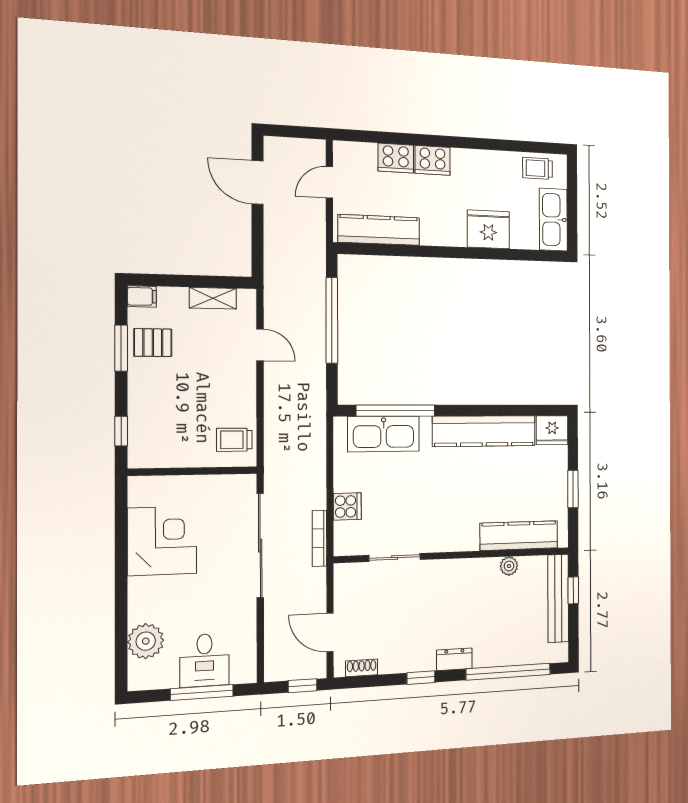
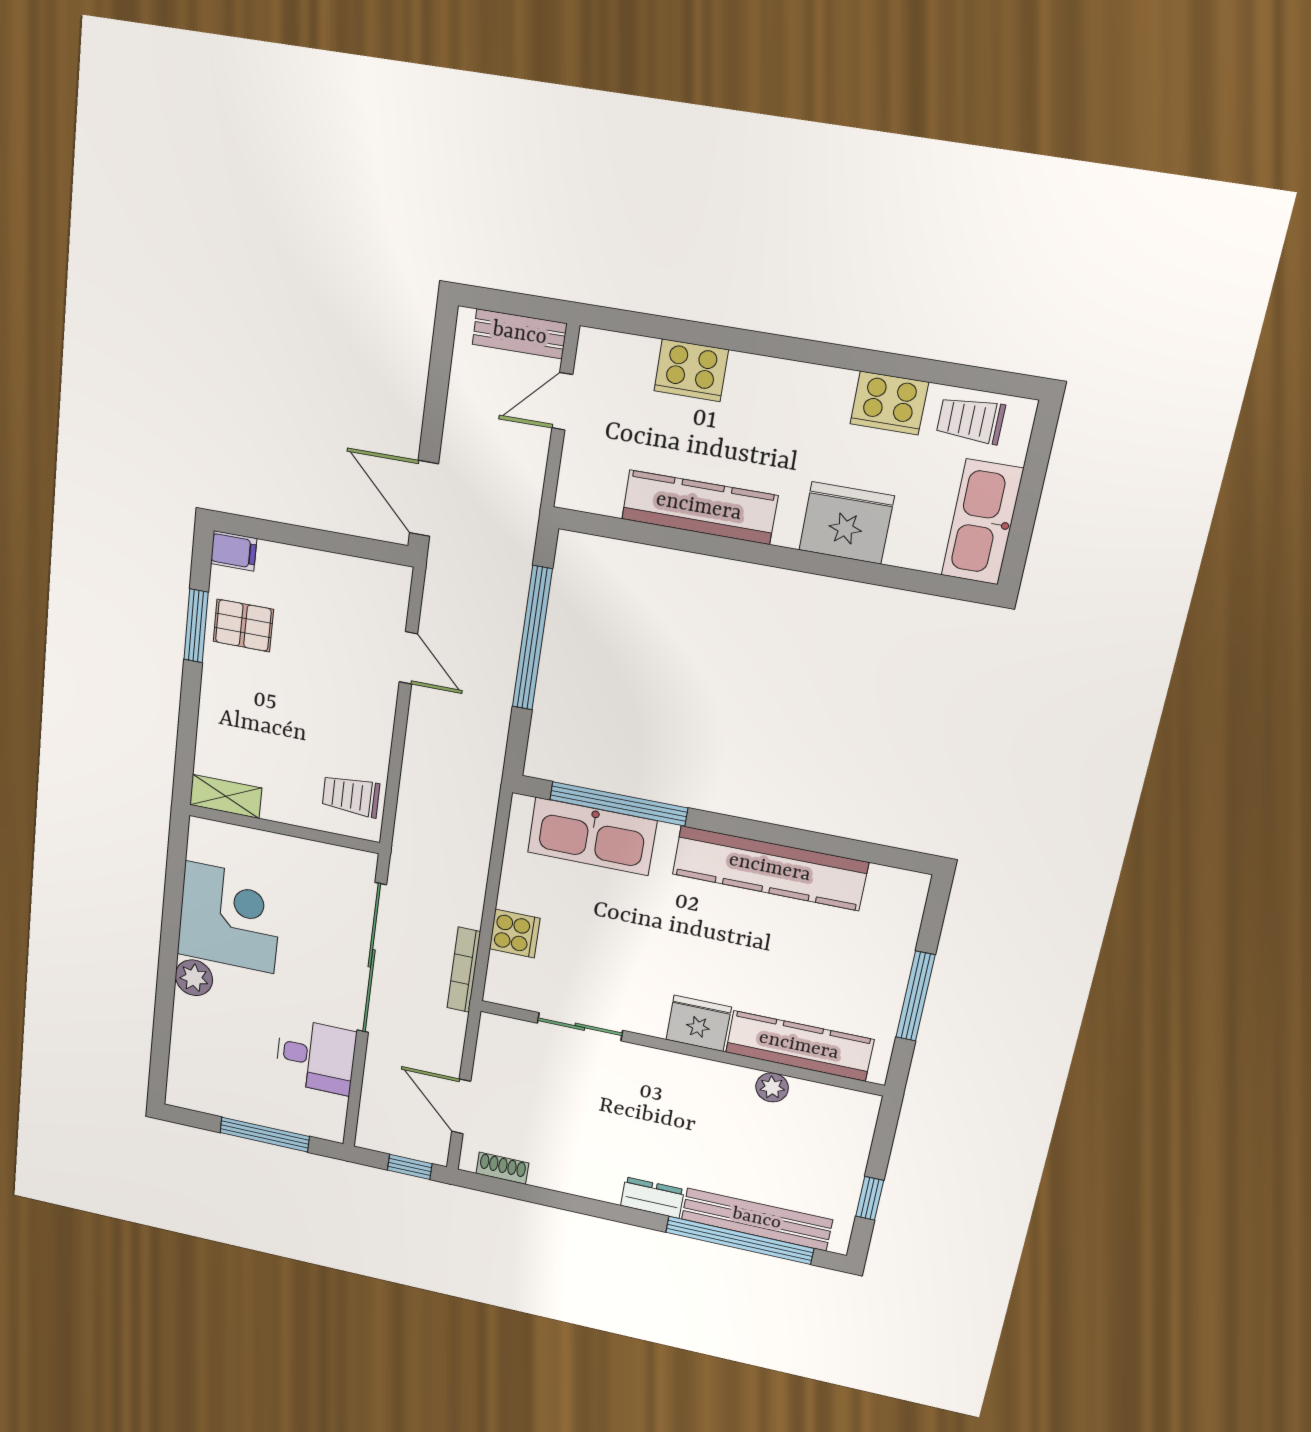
bench: (300, 148) -> (520, 334), added
cooker: (433, 160) -> (889, 403), moved
door: (257, 182) -> (424, 499), moved
kitchen counter: (379, 230) -> (699, 507), moved
shelving: (213, 298) -> (226, 796), moved
fridge: (552, 430) -> (699, 1023), moved, turned 180
window: (121, 431) -> (186, 749), removed
window: (573, 489) -> (916, 996), width x1.44
window: (573, 590) -> (870, 1198), moved
bench: (558, 598) -> (757, 1219), moved, turned 90
plant: (146, 641) -> (194, 978), moved, width x0.73, depth x0.73
desk: (205, 660) -> (316, 1056), moved, turned -90
window: (421, 678) -> (594, 1208), removed

